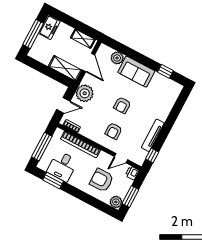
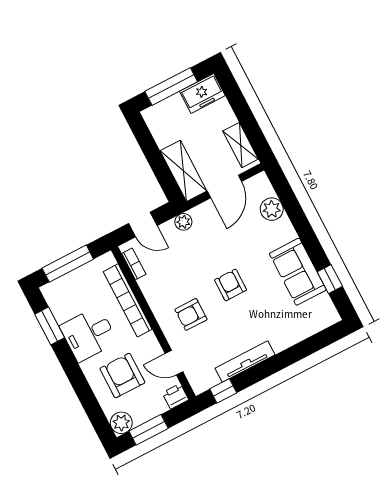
sofa: (136, 72) -> (298, 272), moved
plant: (85, 93) -> (183, 222), width x0.53, depth x0.53
armchair: (122, 105) -> (231, 285), turned 90
desk: (62, 166) -> (89, 334), moved

